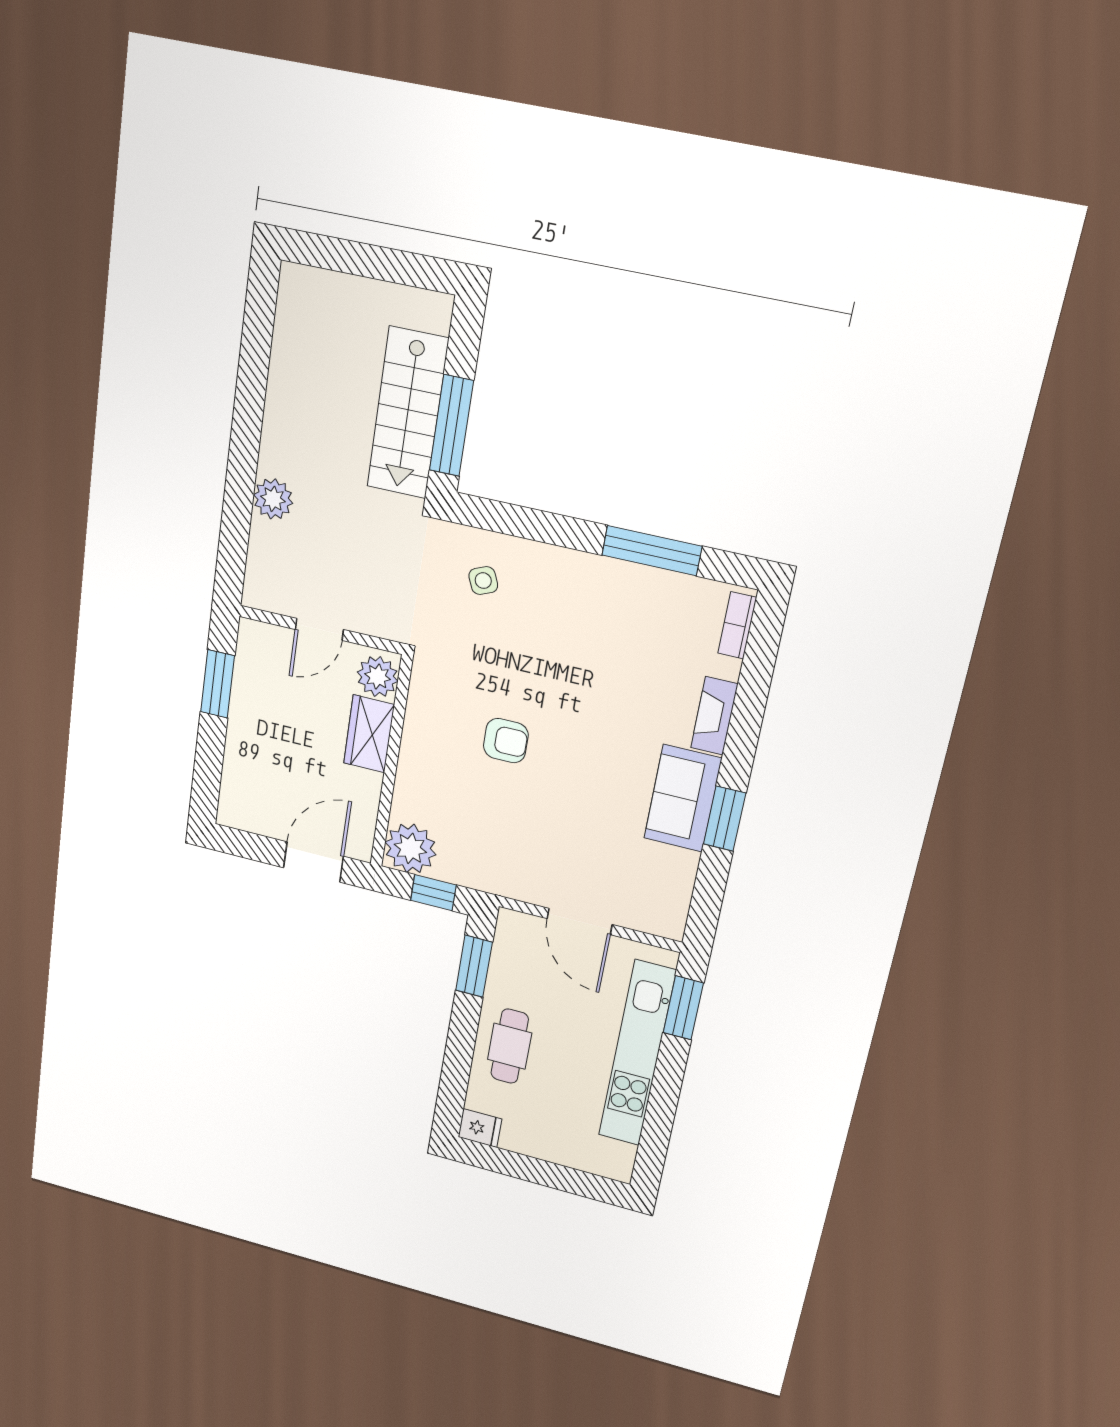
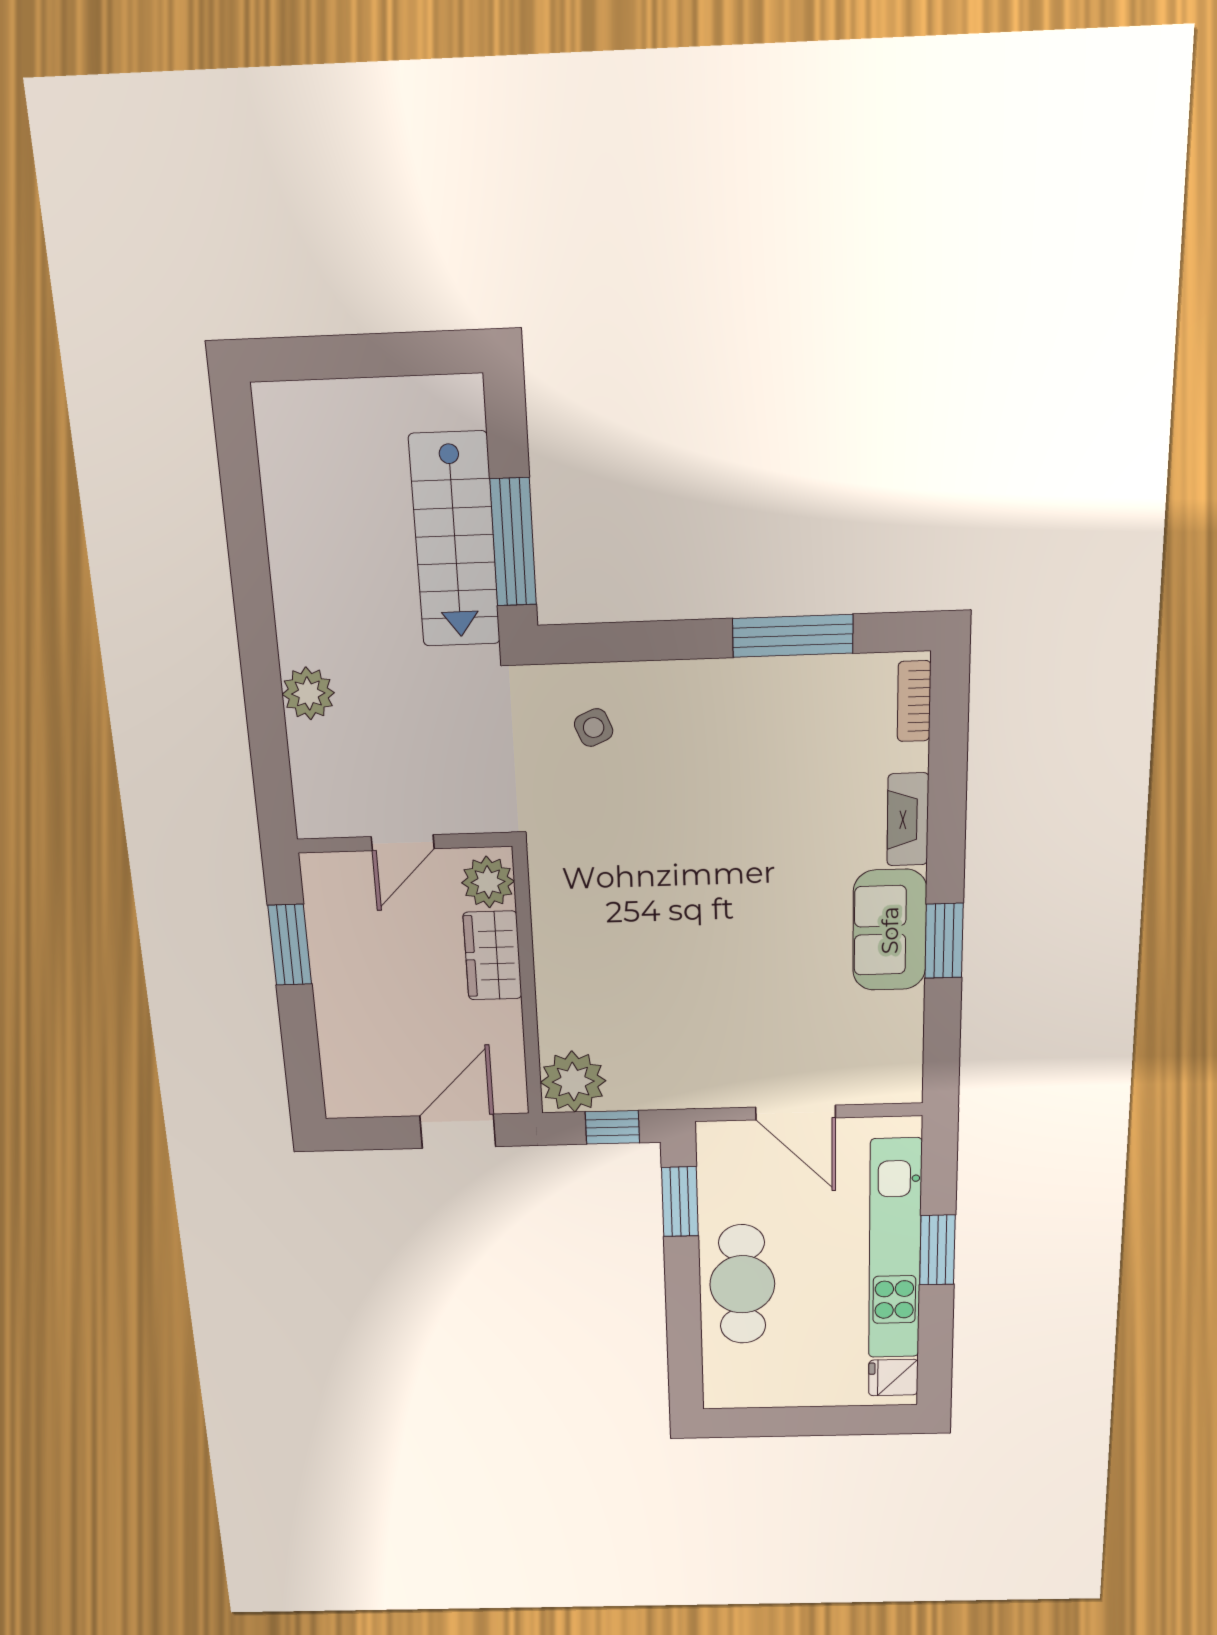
armchair: (506, 741) -> (662, 918), removed
window: (683, 1008) -> (937, 1250), moved
cafe table: (510, 1046) -> (742, 1284), width x1.37, depth x1.35
fridge: (480, 1128) -> (893, 1378), moved, turned 180

